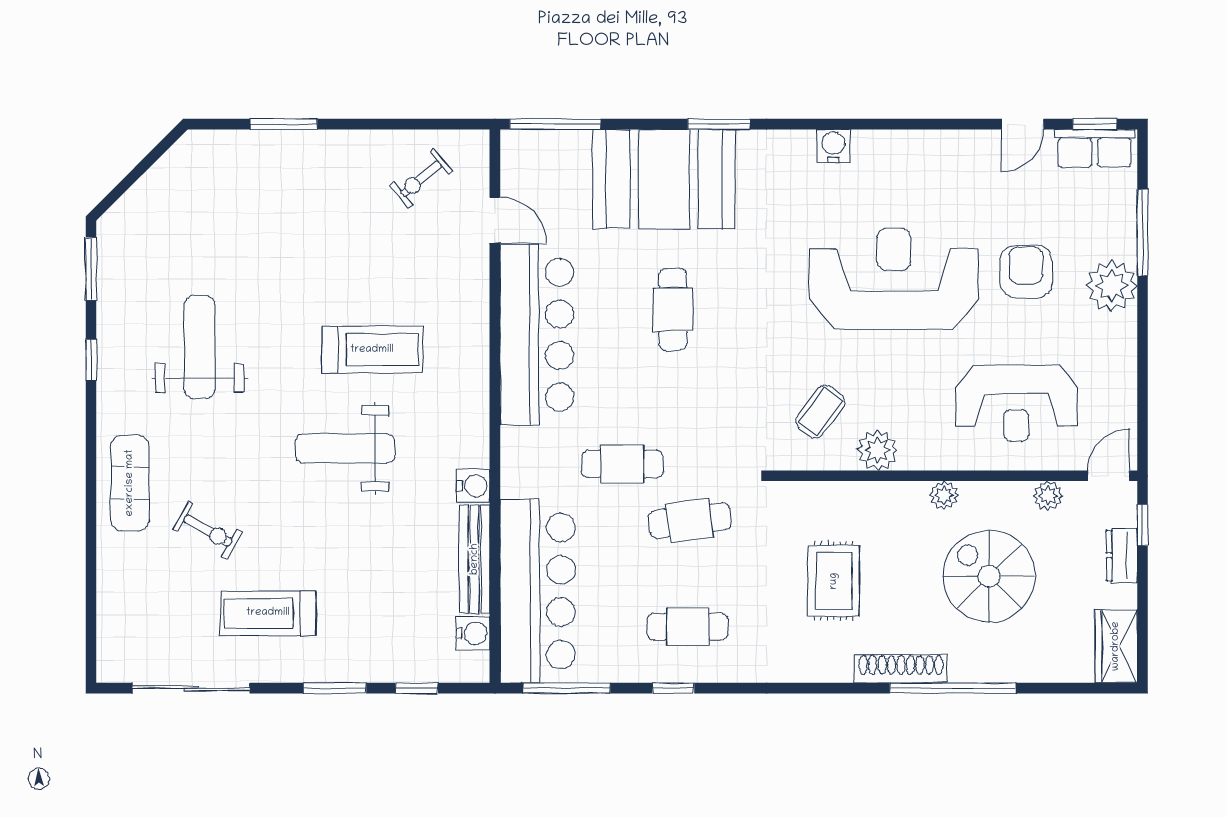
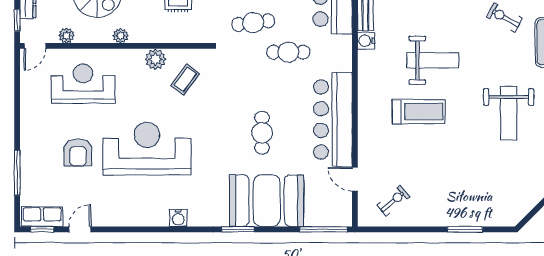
reception desk: (894, 279) -> (147, 149), turned 180
plant: (1112, 286) -> (33, 145), removed
treadmill: (372, 350) -> (419, 112), turned 180

